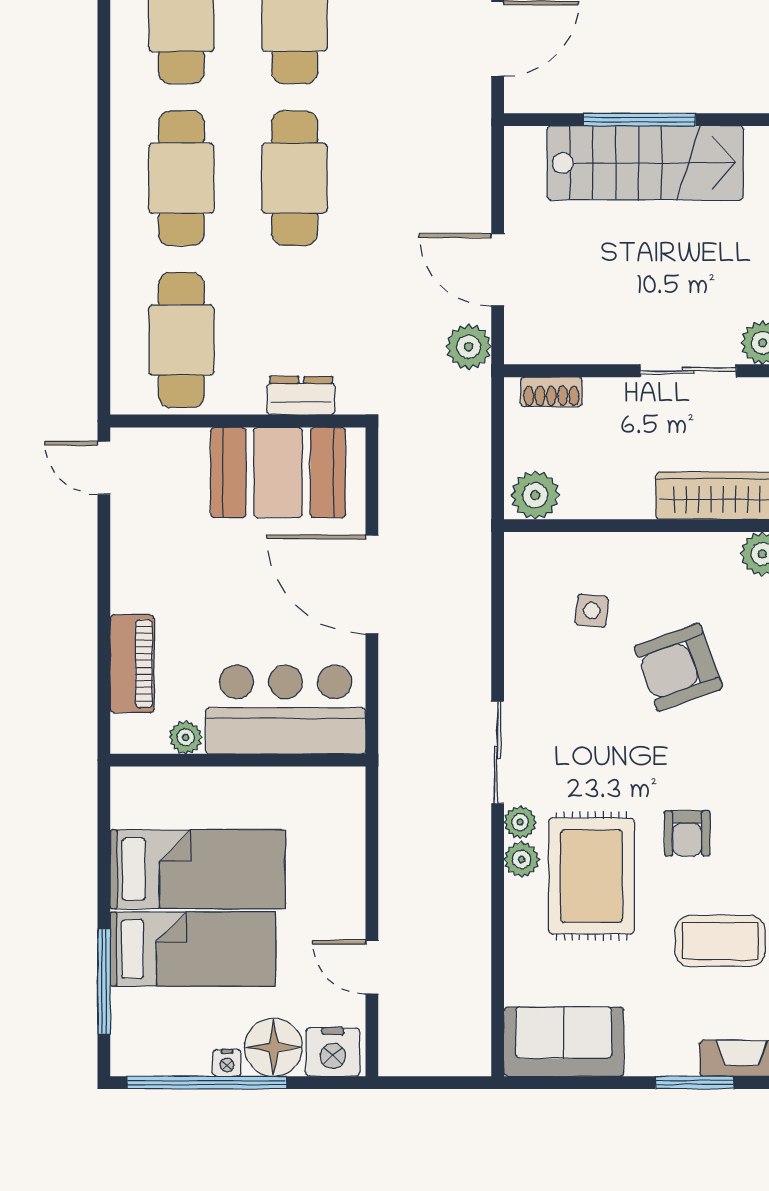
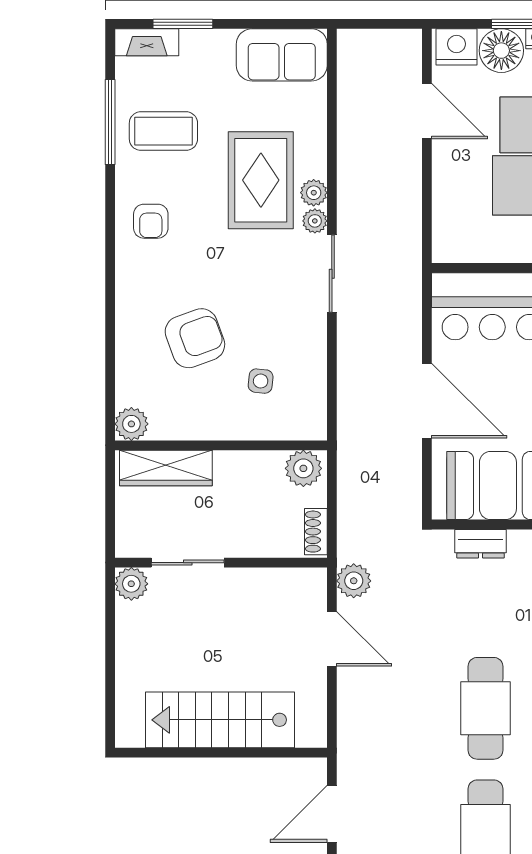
window: (639, 120) -> (225, 753), removed
shoe rack: (551, 392) -> (316, 532), moved, turned -90
armchair: (687, 833) -> (151, 221), moved, turned 180
door: (372, 967) -> (427, 111), width x1.38

